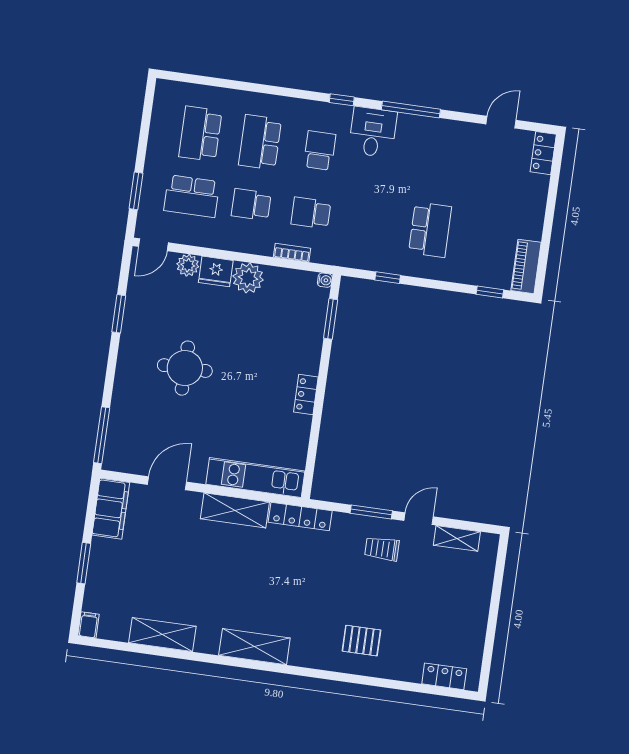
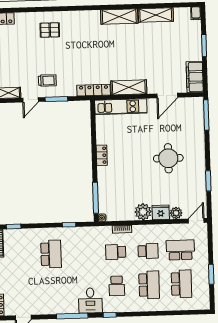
window: (136, 191) -> (211, 274), moved
school desk: (311, 213) -> (116, 252), turned 180
school desk: (430, 230) -> (51, 254), turned 180
window: (331, 319) -> (95, 198), width x1.44
shelving: (254, 647) -> (119, 17), moved

